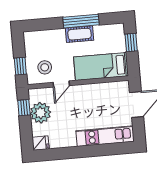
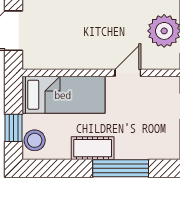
window: (81, 21) -> (121, 168), moved
stool: (45, 67) -> (35, 140), moved

